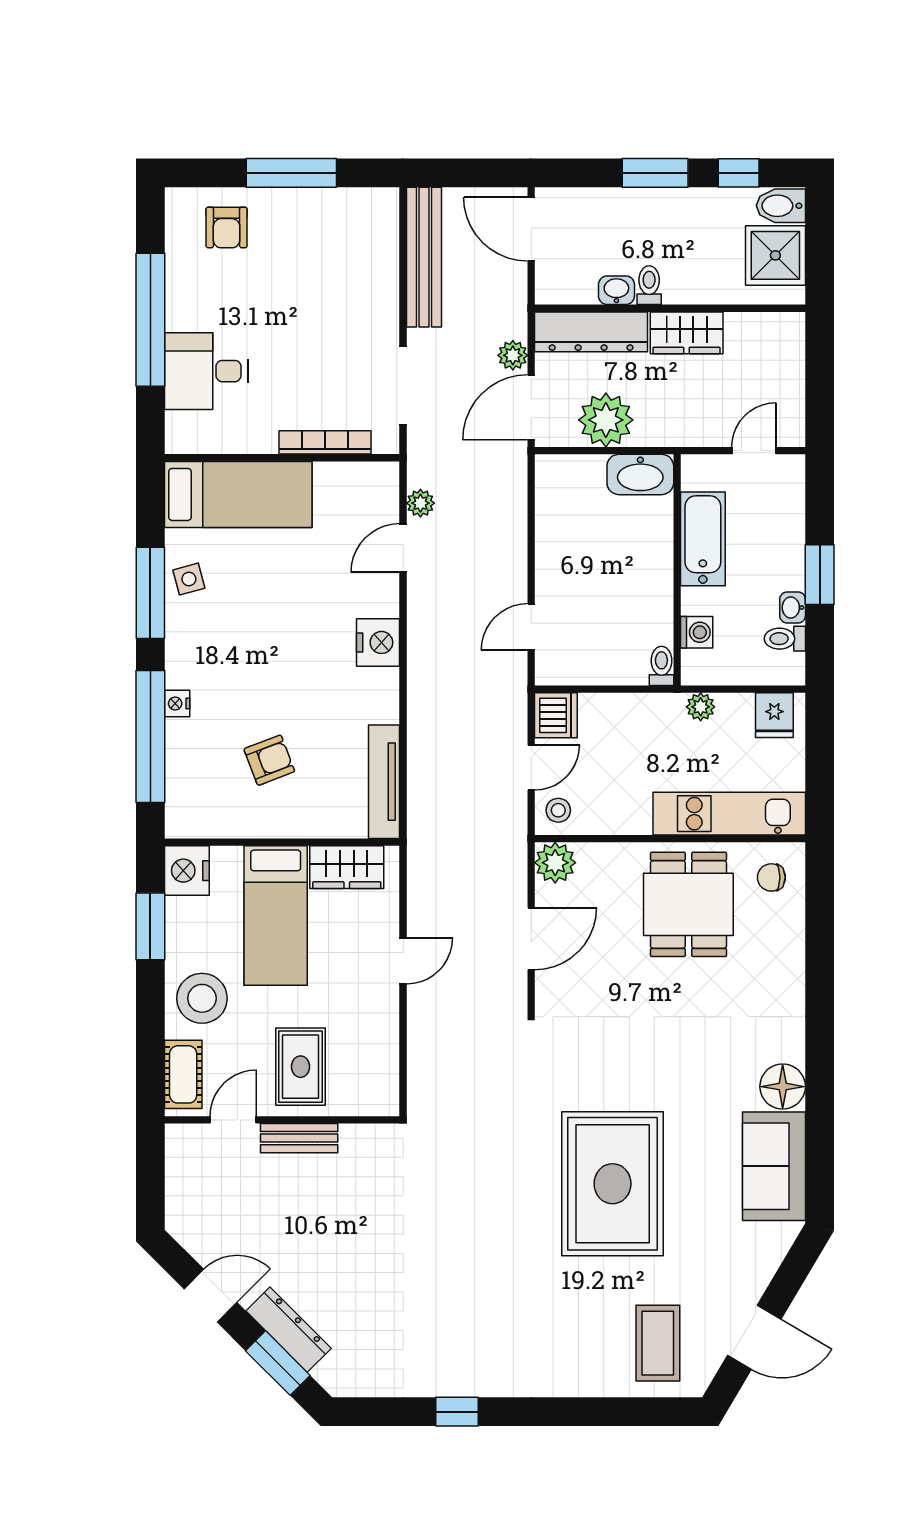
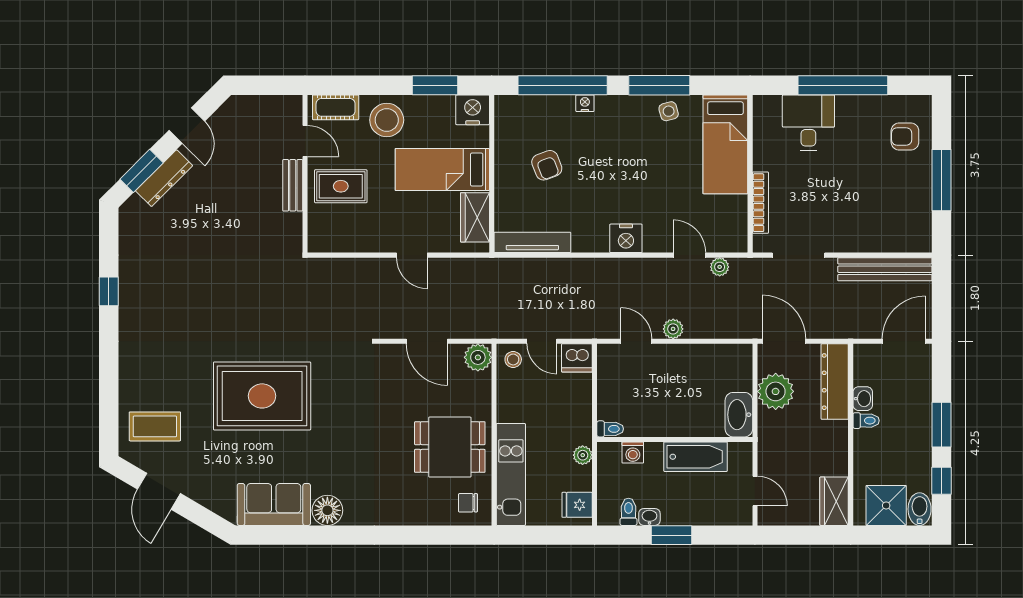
wardrobe: (687, 333) -> (834, 501), moved
plant: (513, 355) -> (673, 329), moved
chair: (771, 877) -> (468, 503), turned -90

